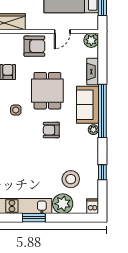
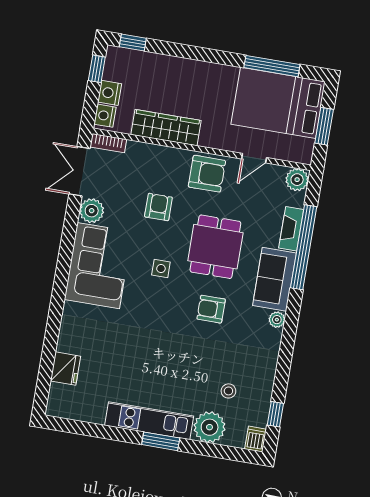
window: (102, 111) -> (304, 247), moved
window: (102, 172) -> (275, 414), moved
stool: (71, 179) -> (228, 391), width x0.53, depth x0.53

